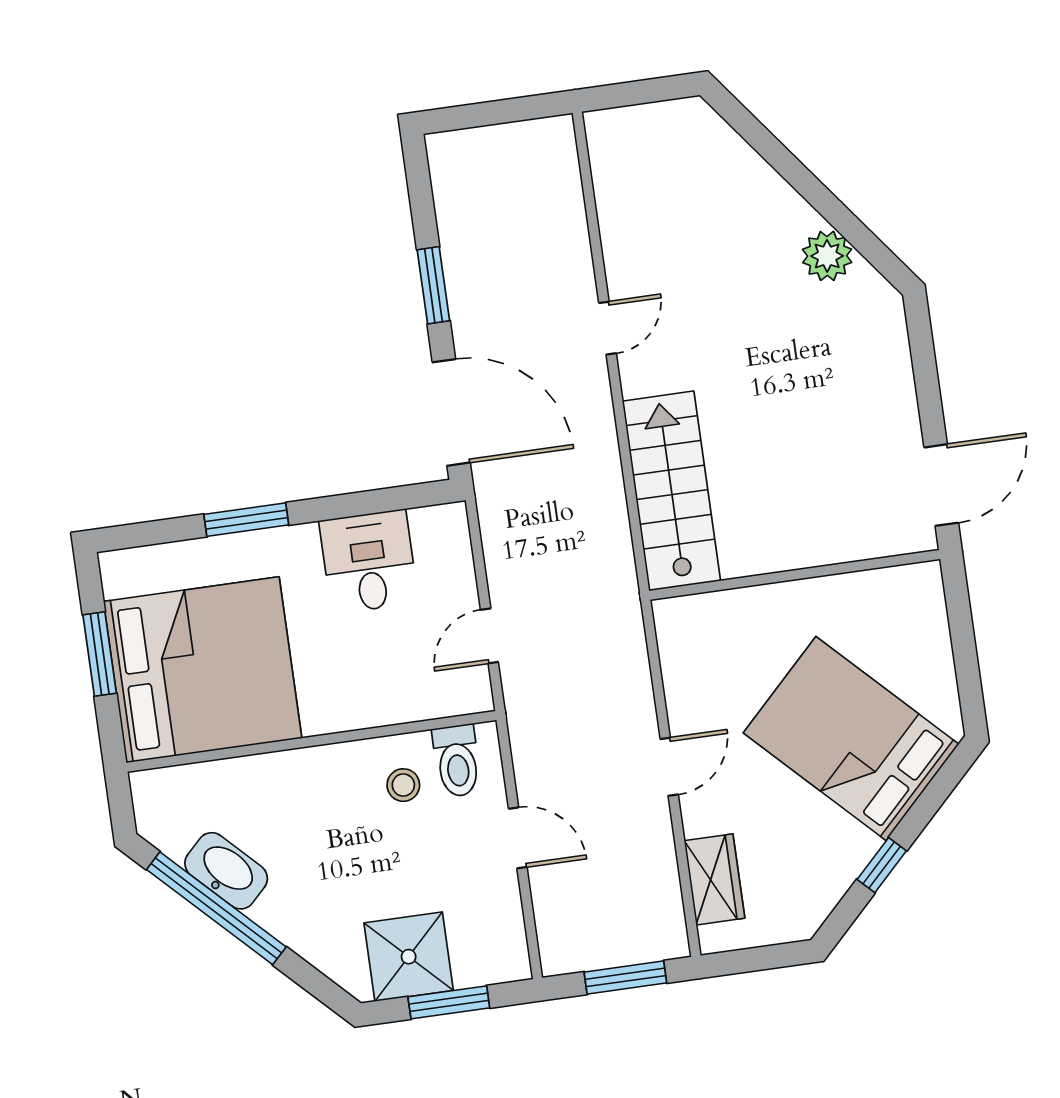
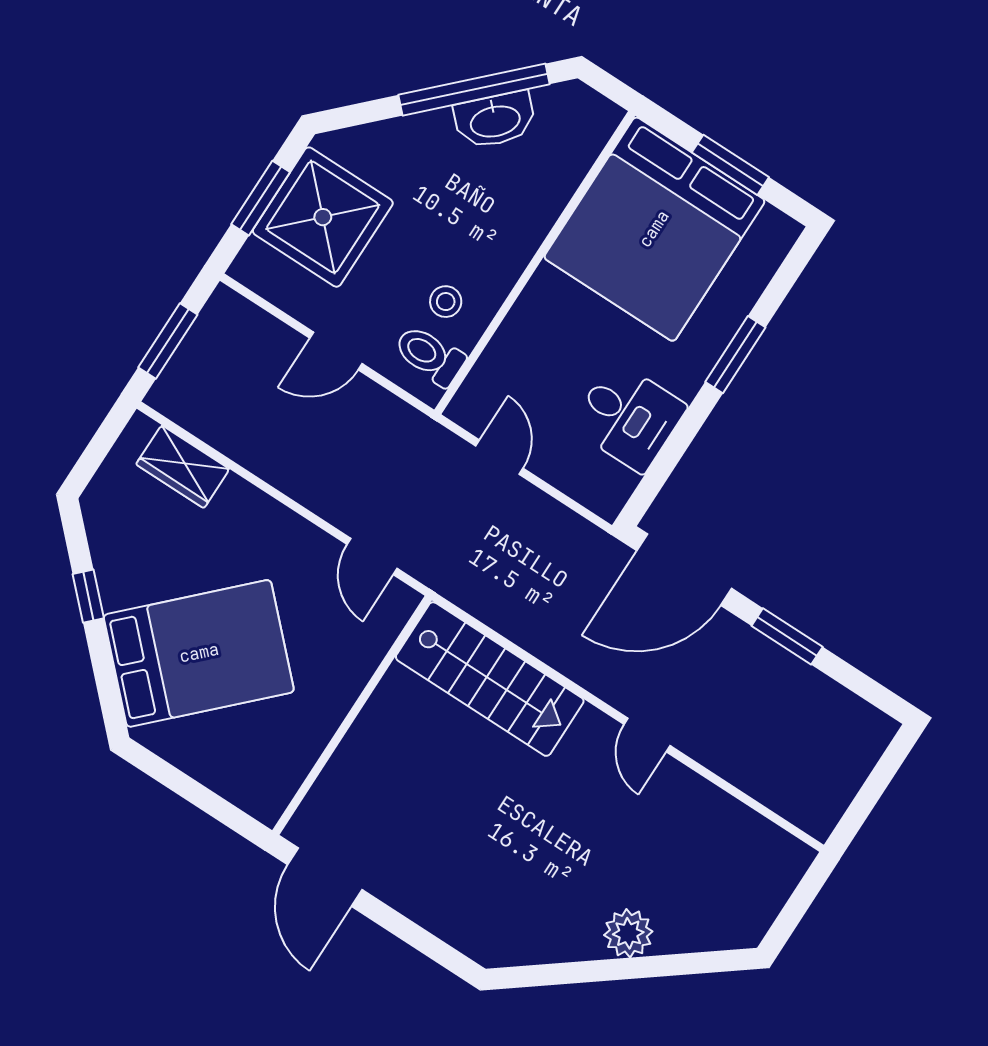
plant: (827, 256) -> (628, 933), moved
door: (669, 767) -> (372, 556), moved
shower: (409, 957) -> (323, 217), width x1.37, depth x1.37

